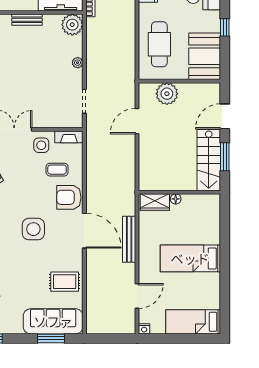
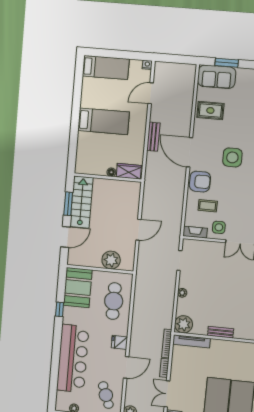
door: (137, 121) -> (138, 230), moved
bench: (129, 239) -> (153, 137), width x0.73
sofa: (53, 321) -> (217, 77), width x0.73

